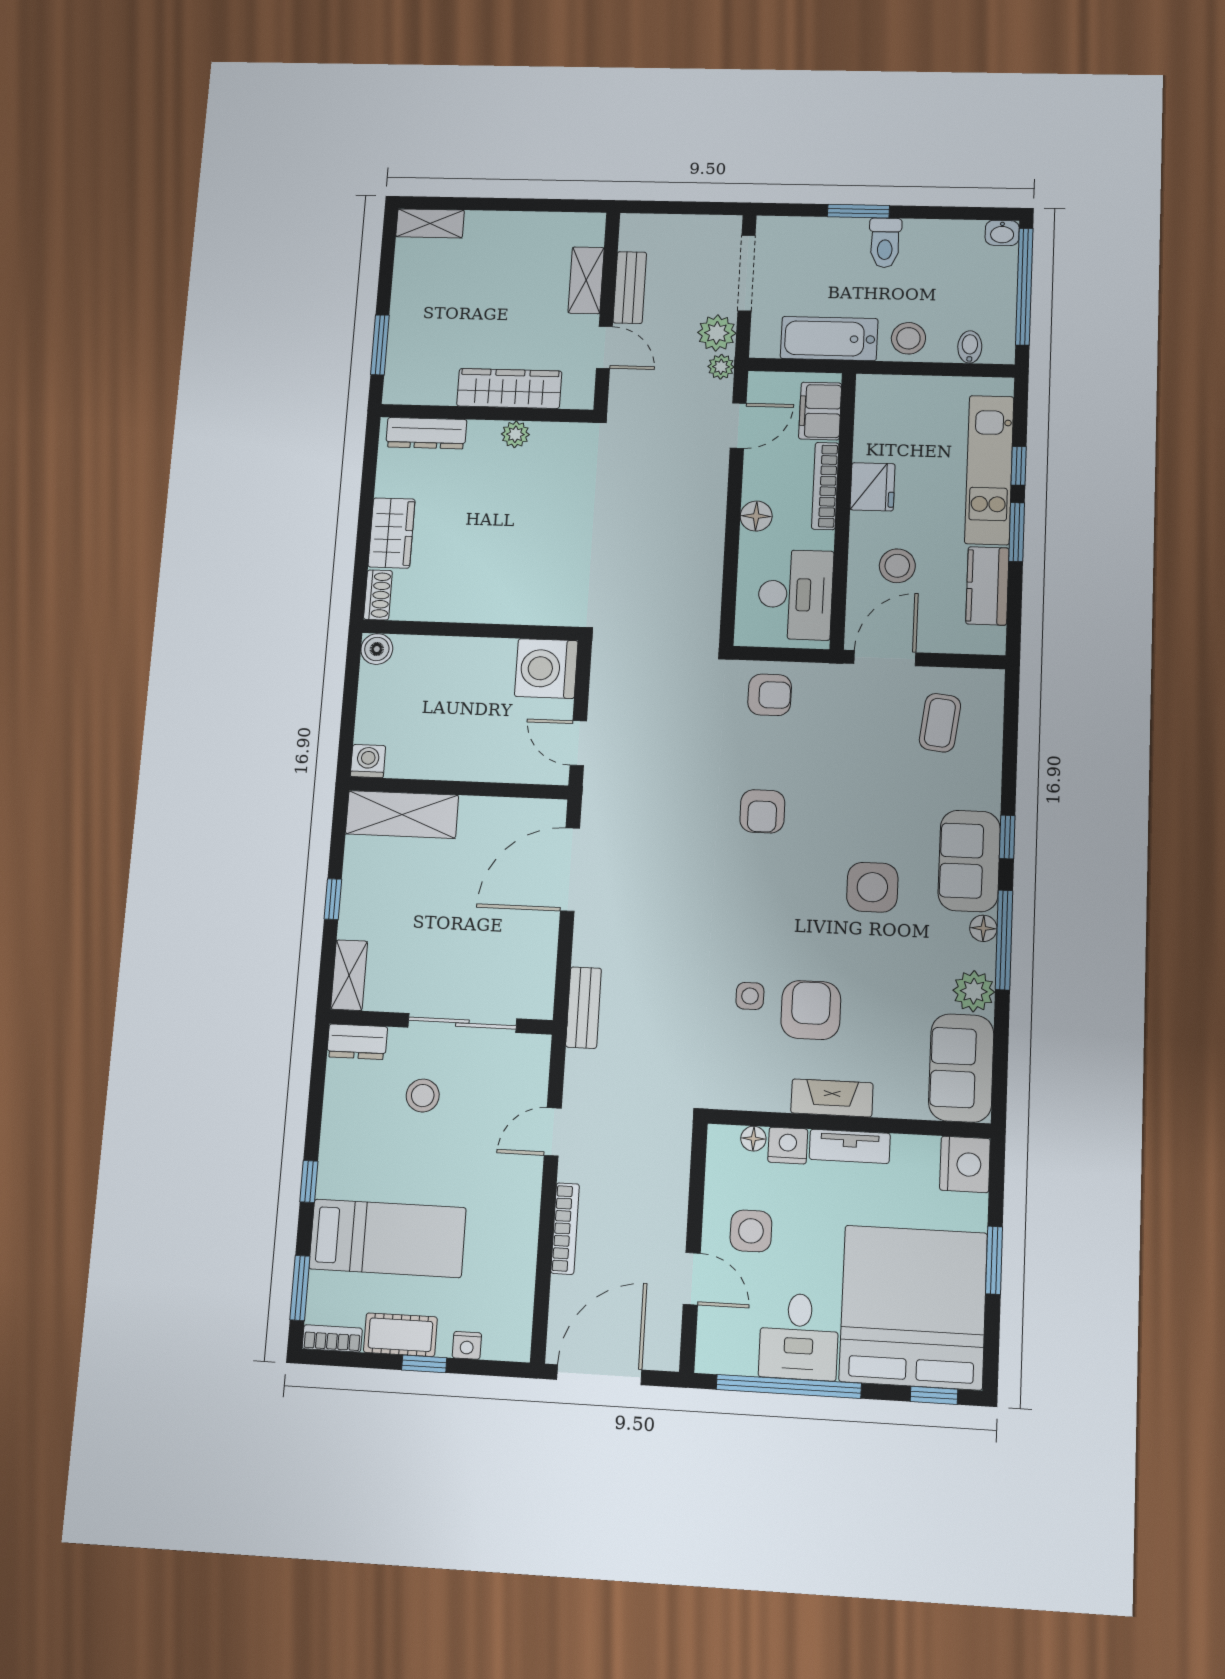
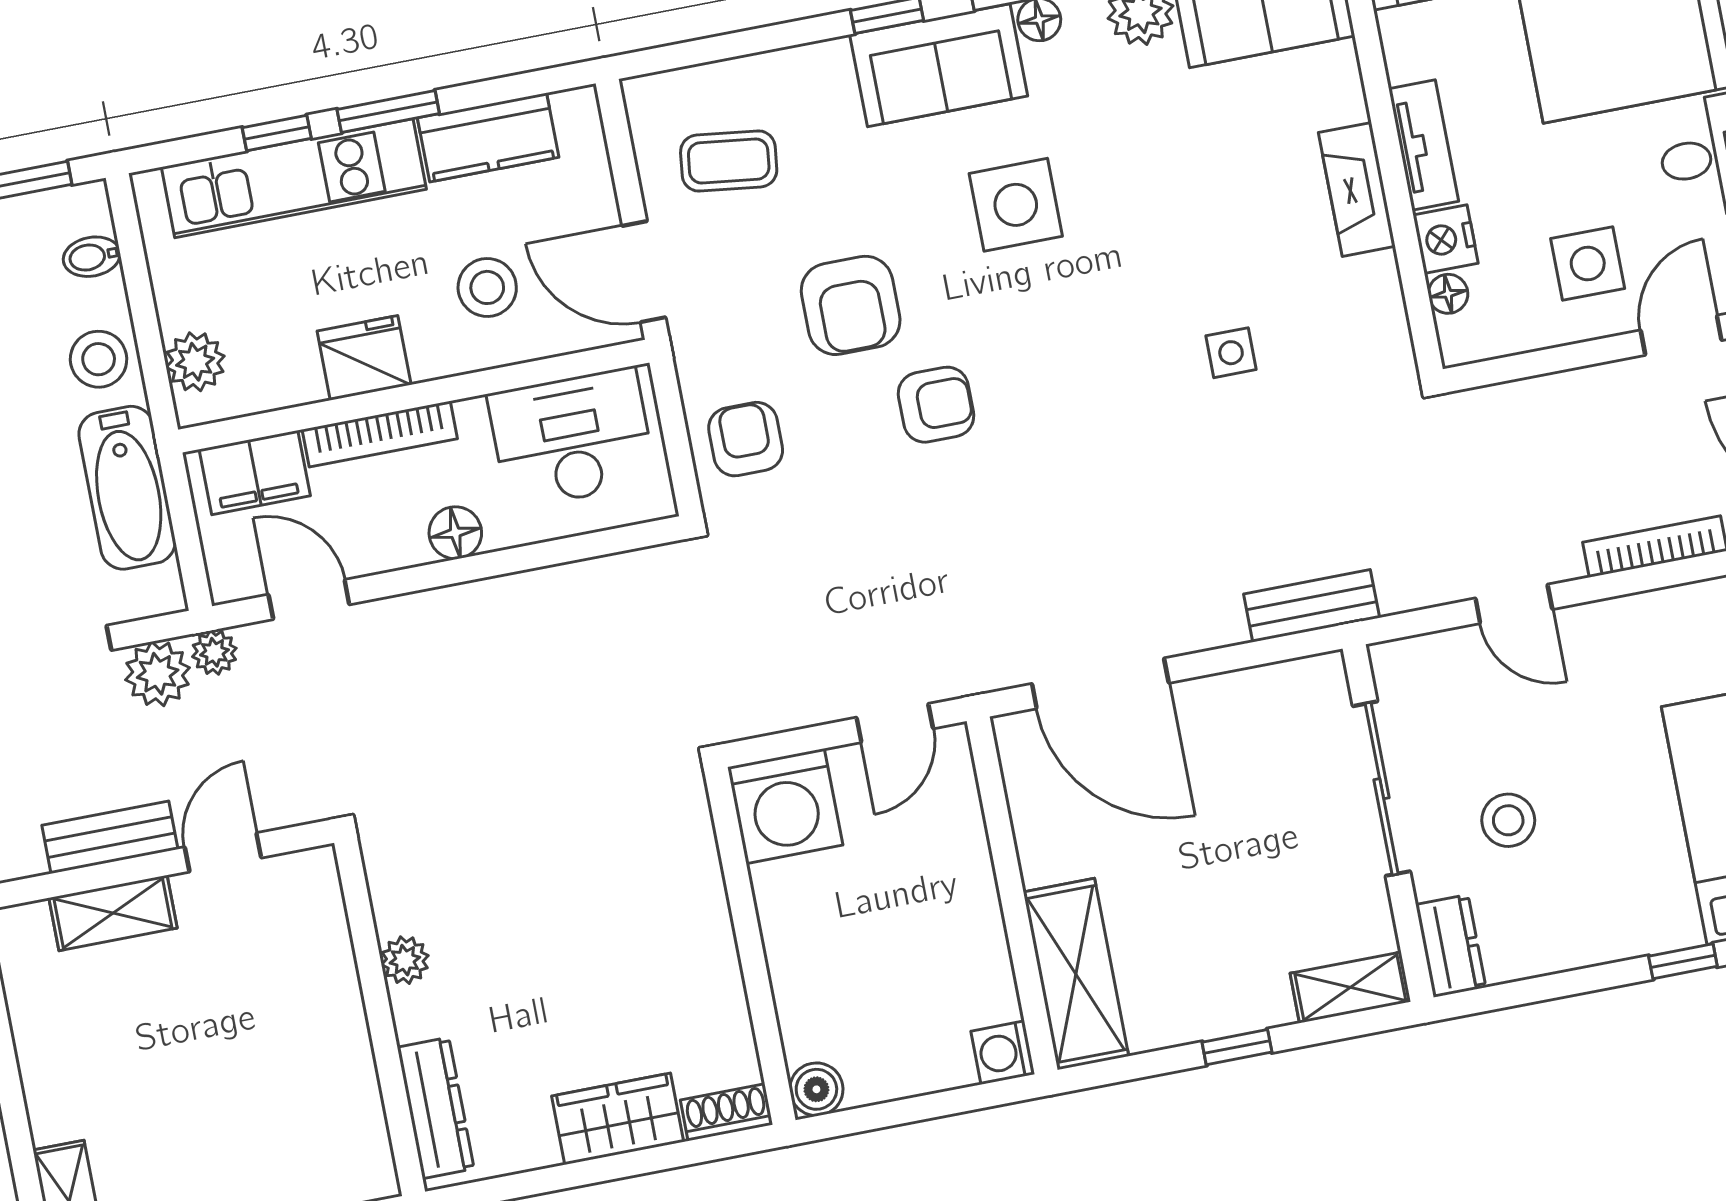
wardrobe: (509, 389) -> (329, 991), removed
plant: (894, 392) -> (195, 362), added
armchair: (811, 1010) -> (851, 305), moved, turned -90

